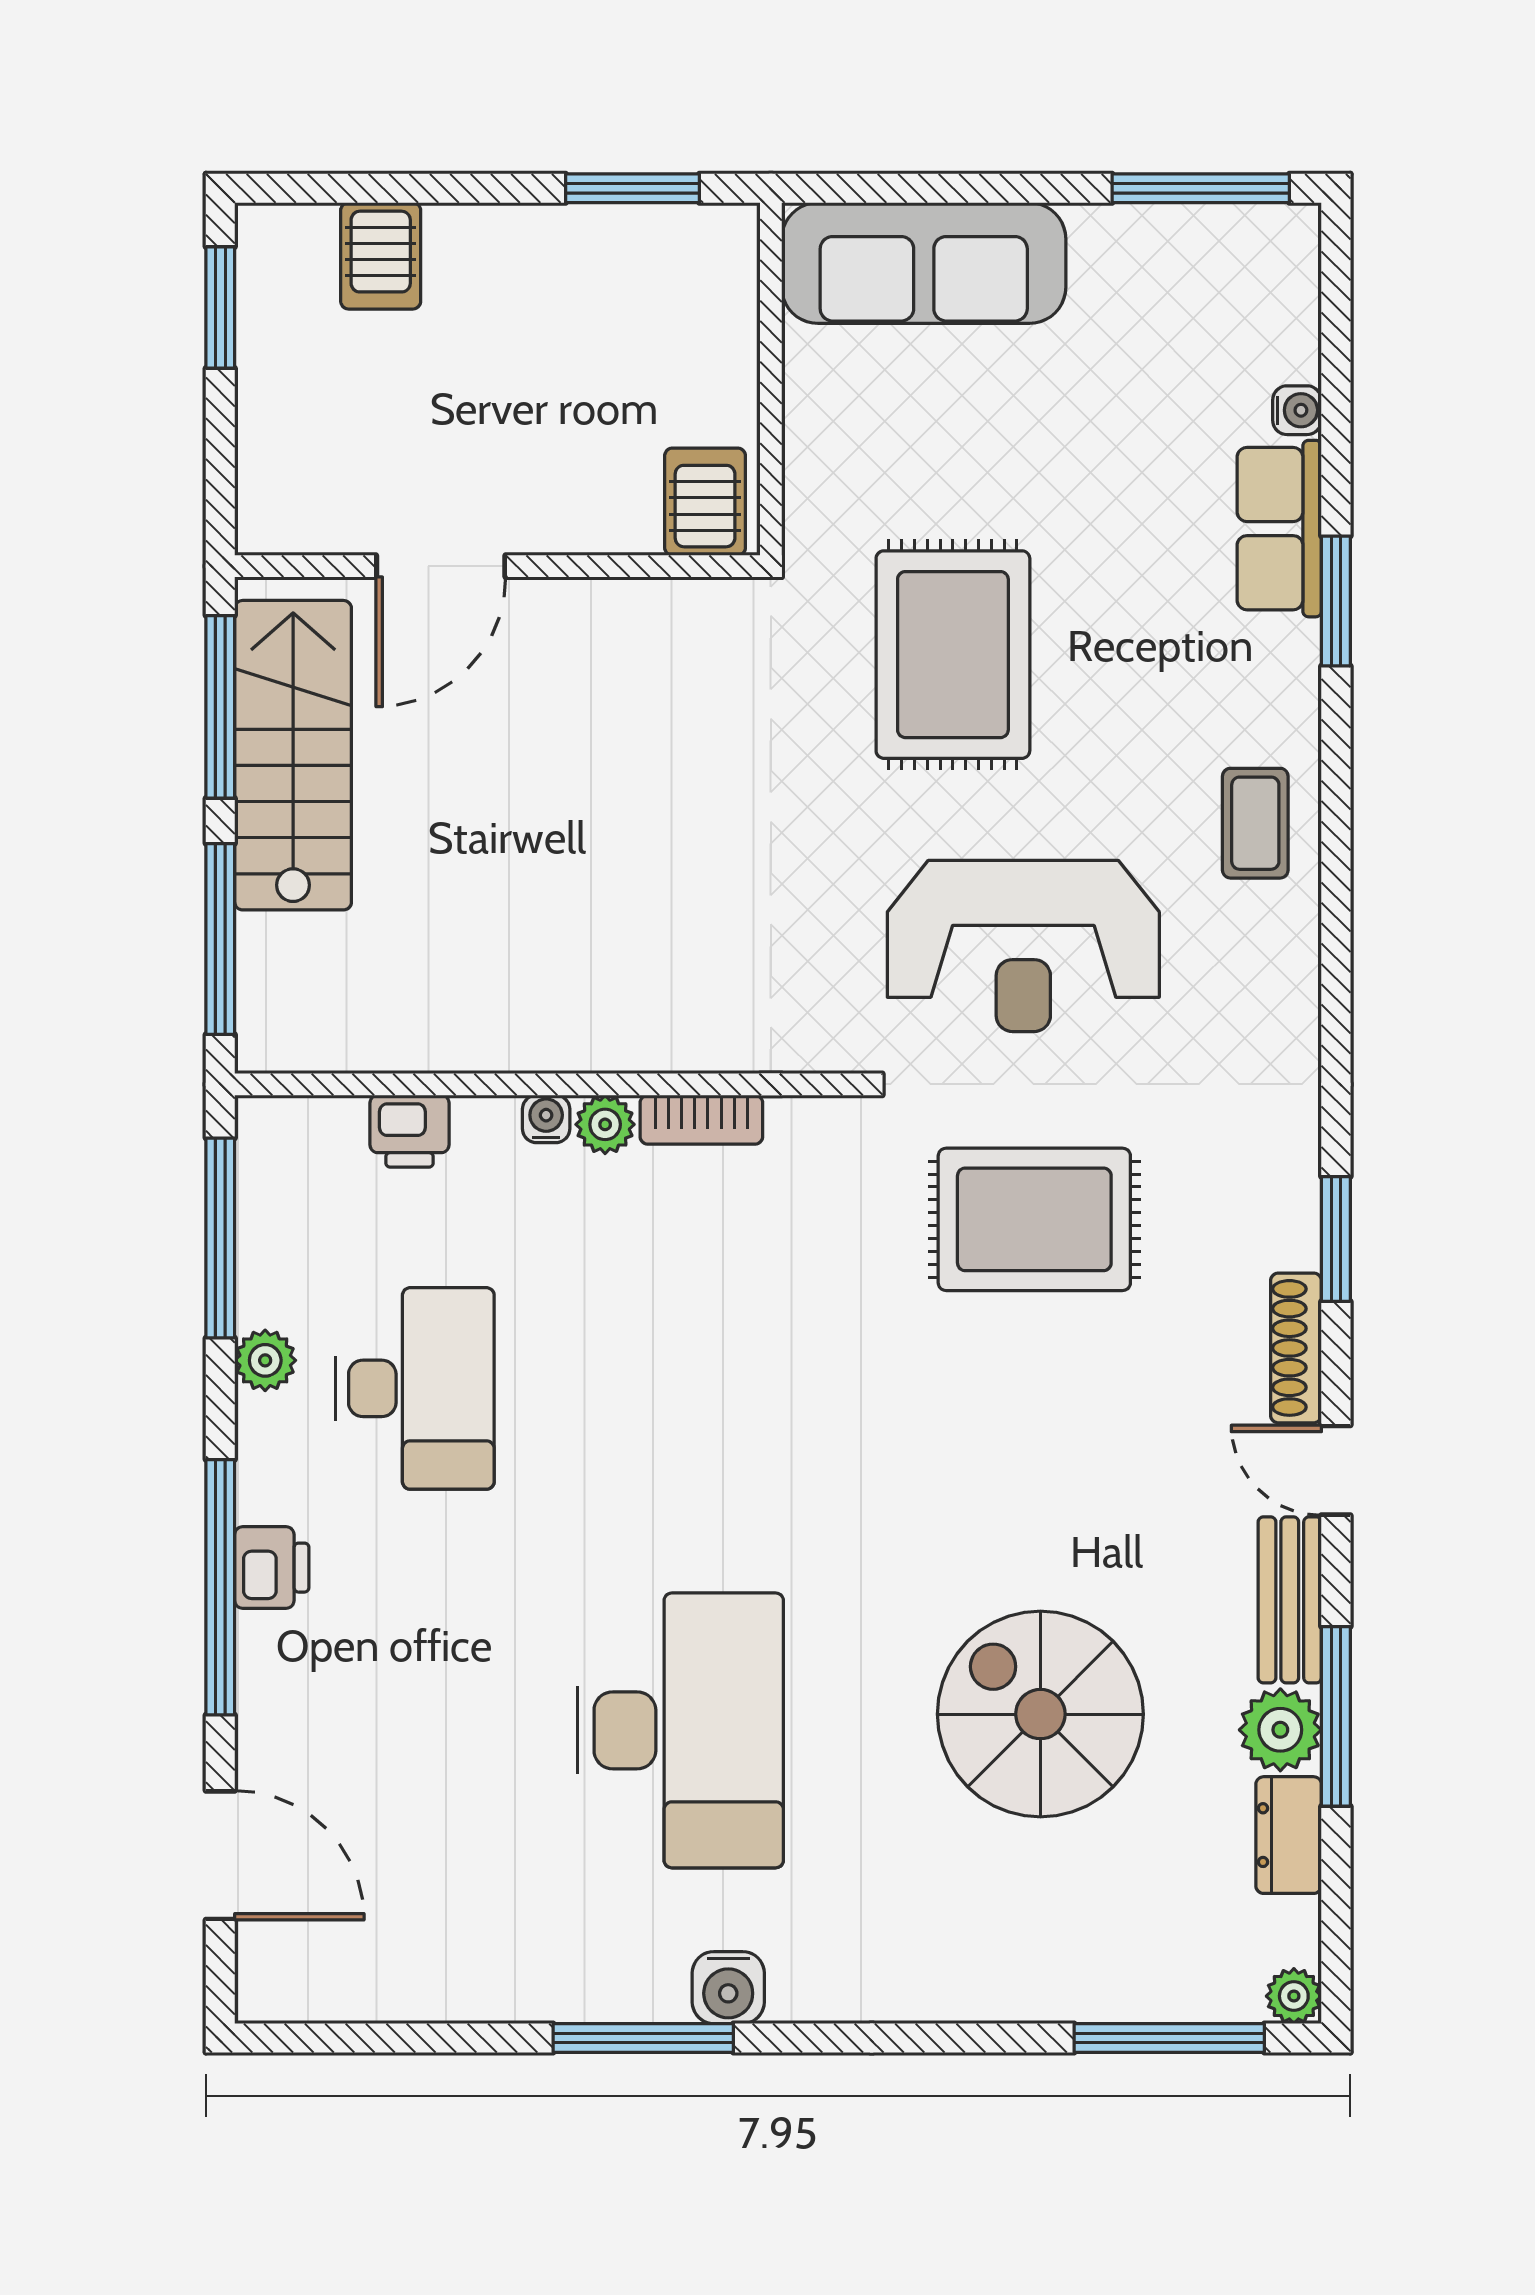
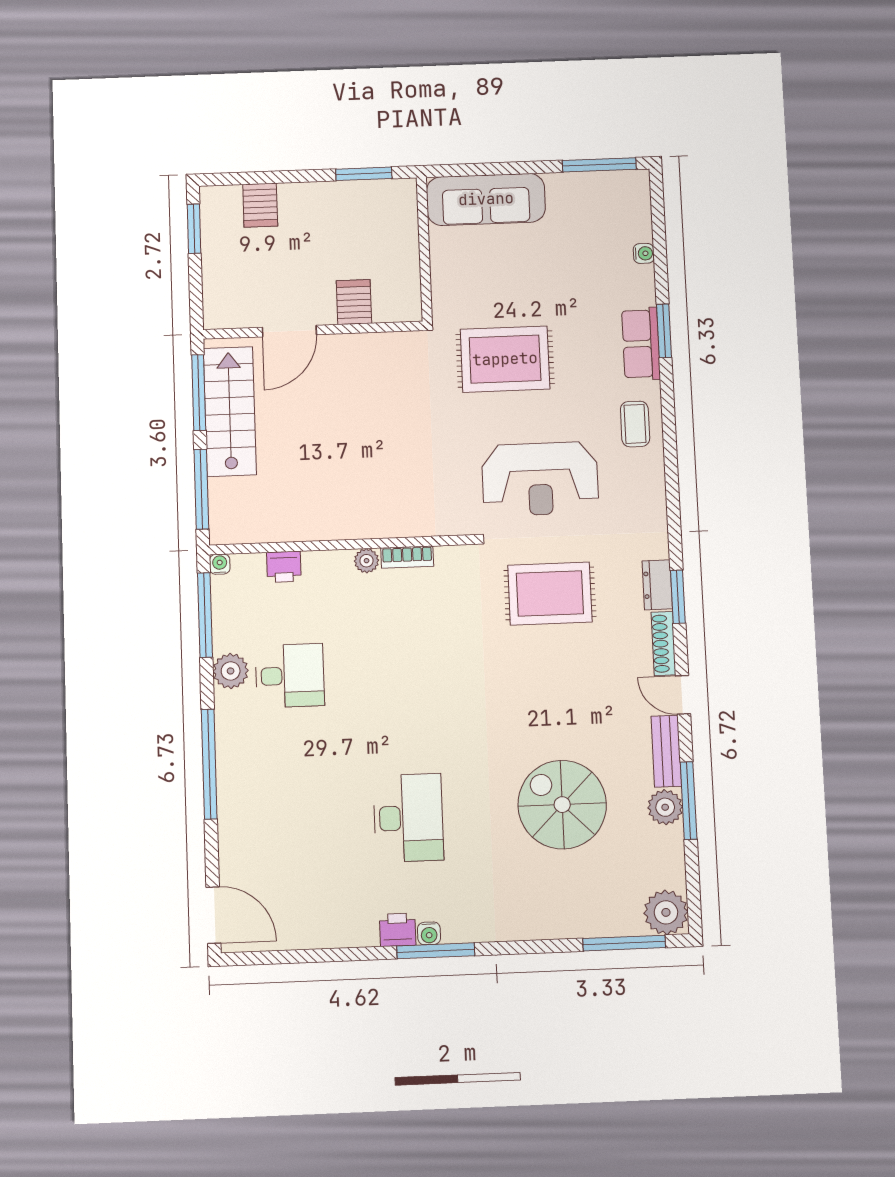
server rack: (705, 502) -> (354, 302), moved
row of seats: (1279, 529) -> (641, 344), moved
rug: (953, 655) -> (505, 359), turned 90
water cooler: (546, 1119) -> (220, 564), moved
plant: (265, 1360) -> (231, 671), width x1.38, depth x1.38
desk: (415, 1388) -> (290, 676), width x0.73
printer: (272, 1568) -> (398, 930), moved, turned -90
desk: (680, 1730) -> (408, 818), width x0.73, depth x0.77
dresser: (1289, 1835) -> (657, 585), moved
door: (220, 1855) -> (213, 915), moved
water cooler: (728, 1988) -> (429, 933), width x0.72, depth x0.72
plant: (1294, 1996) -> (666, 912), width x1.87, depth x1.87
window: (643, 2038) -> (436, 951), moved

